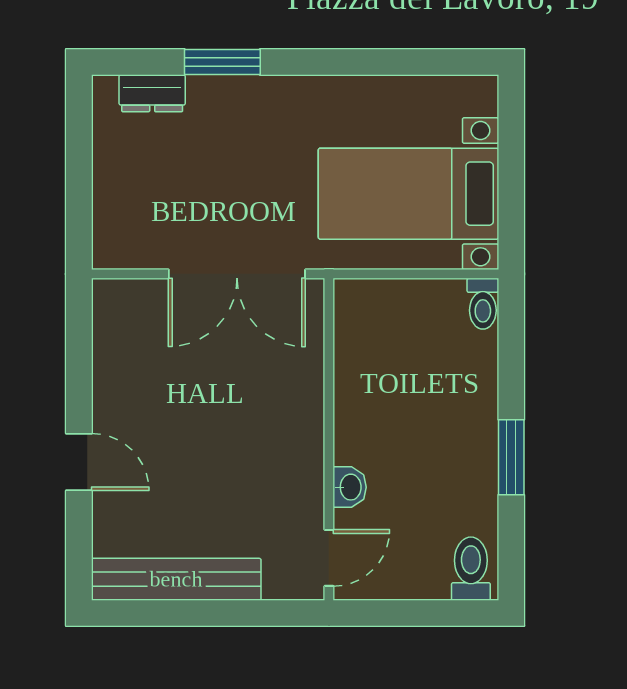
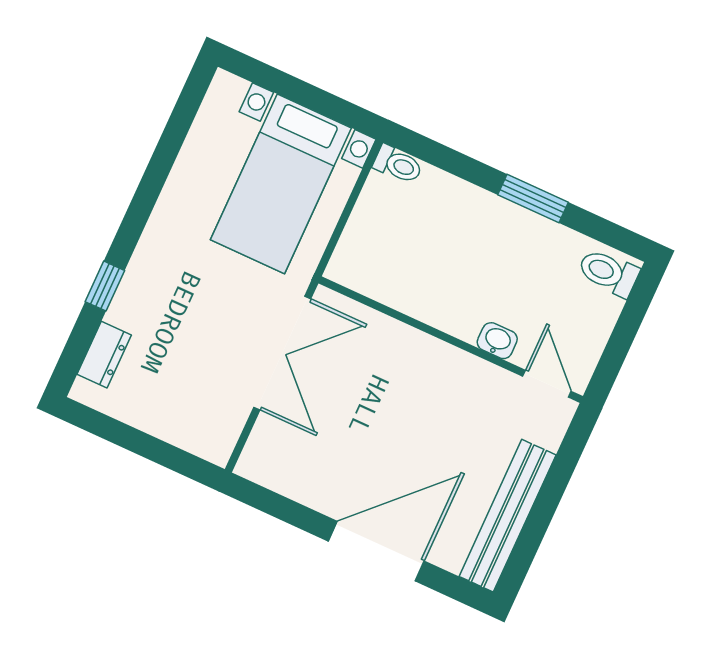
window: (222, 62) -> (105, 286), width x0.67
door: (79, 462) -> (376, 551), width x1.87

